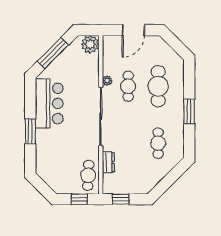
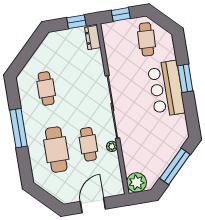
bar counter: (49, 103) -> (166, 89), moved
window: (189, 111) -> (19, 128), width x1.44
dresser: (108, 162) -> (93, 37), moved
cafe table: (88, 175) -> (146, 39), moved

